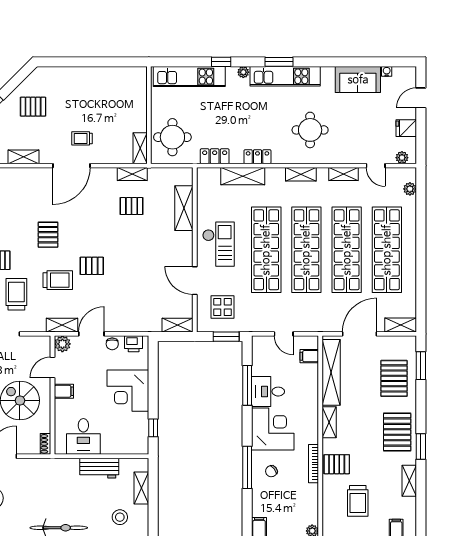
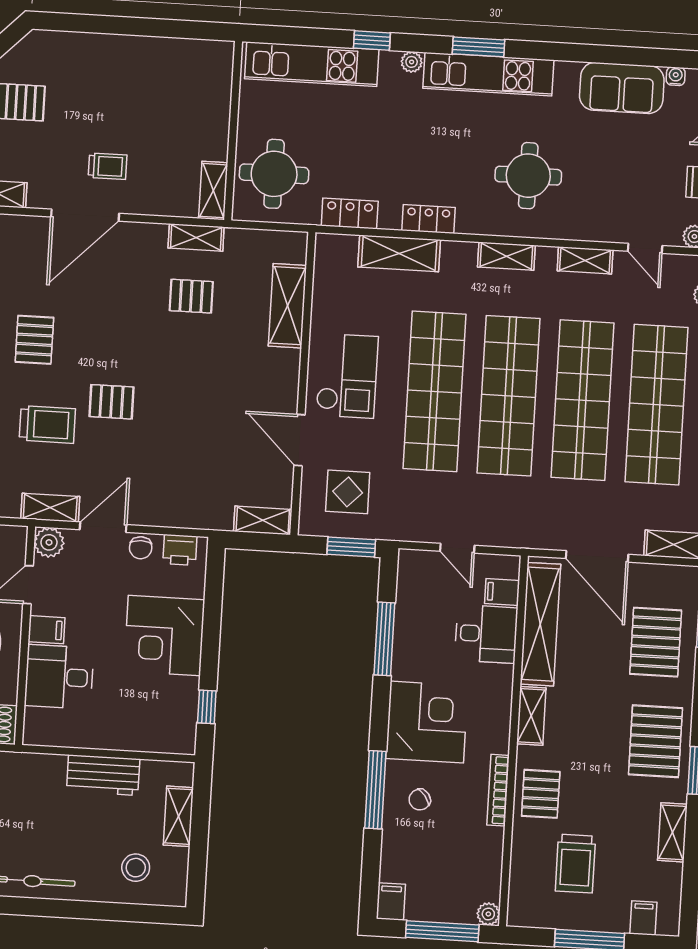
trolley: (82, 138) -> (108, 166), turned 180
door: (360, 334) -> (597, 556), swing flipped
desk: (268, 392) -> (486, 634), moved, turned 180
desk: (83, 436) -> (59, 677), moved, turned 90
pallet: (337, 464) -> (541, 794), turned 90

